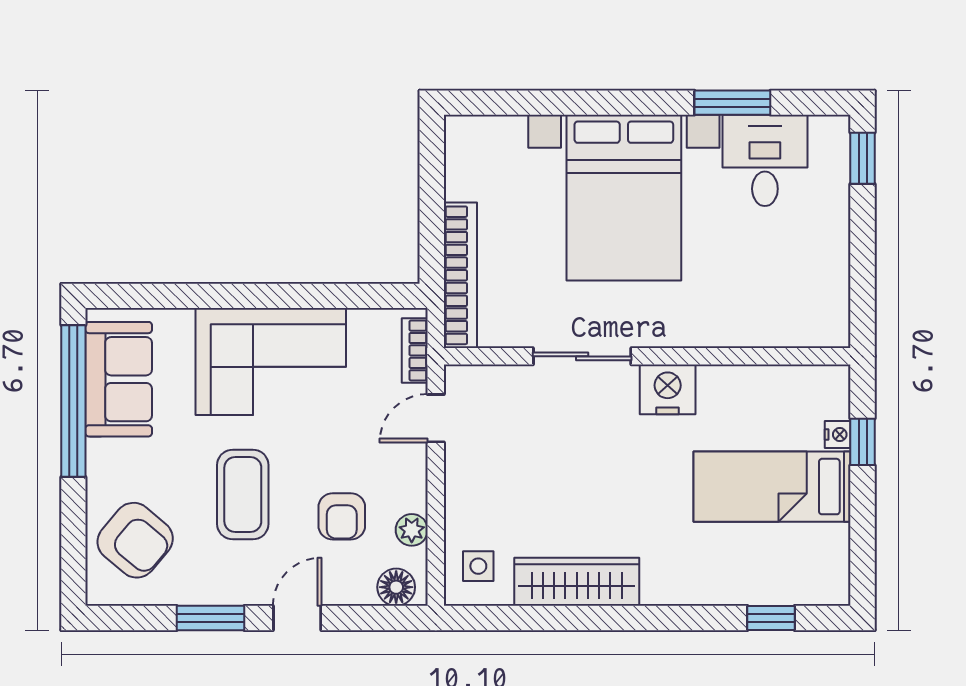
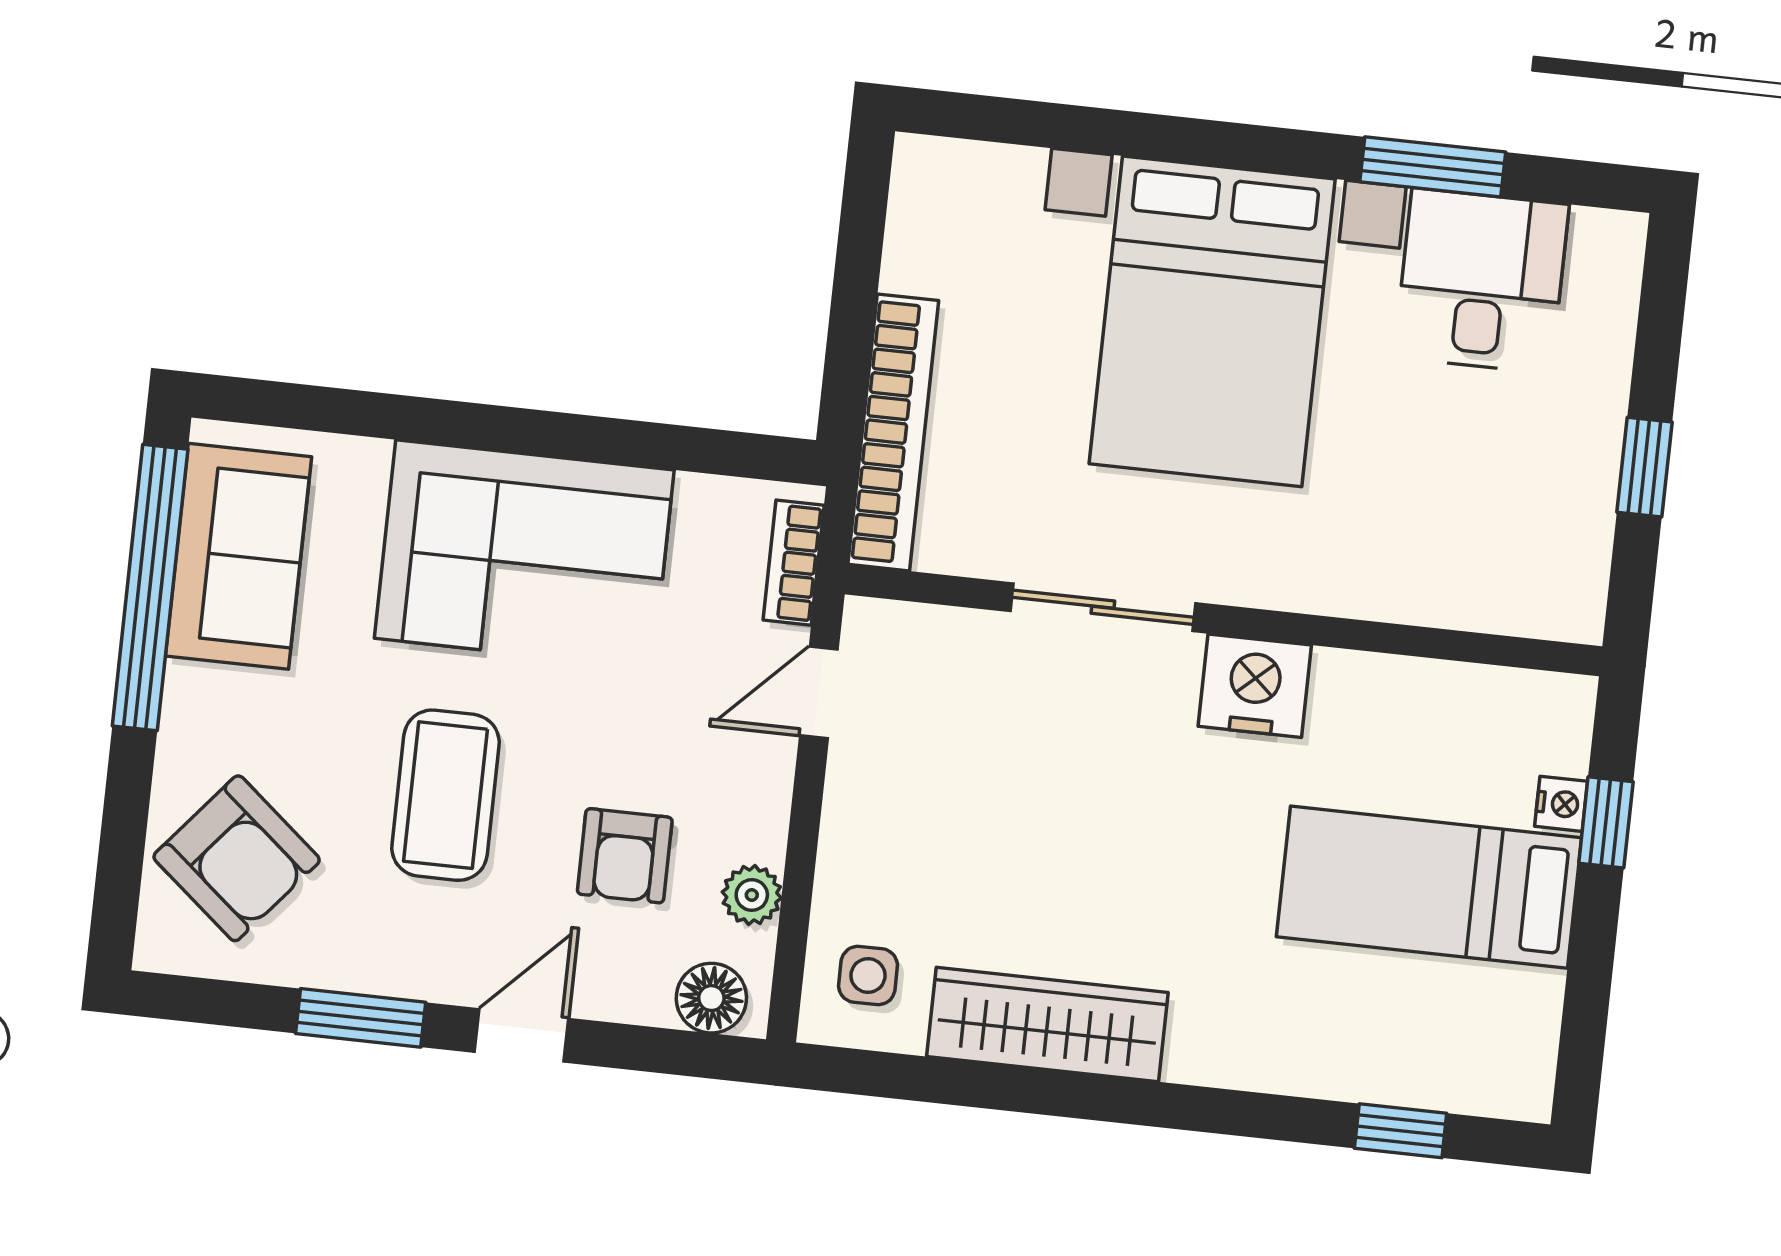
window: (863, 158) -> (1644, 467), moved

